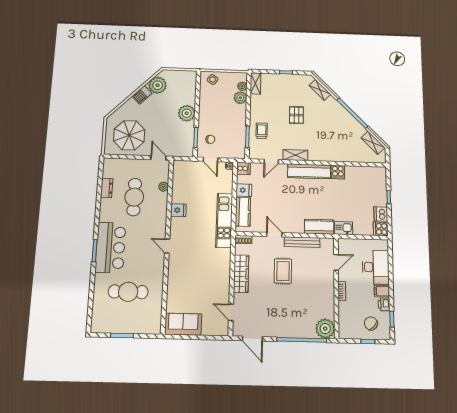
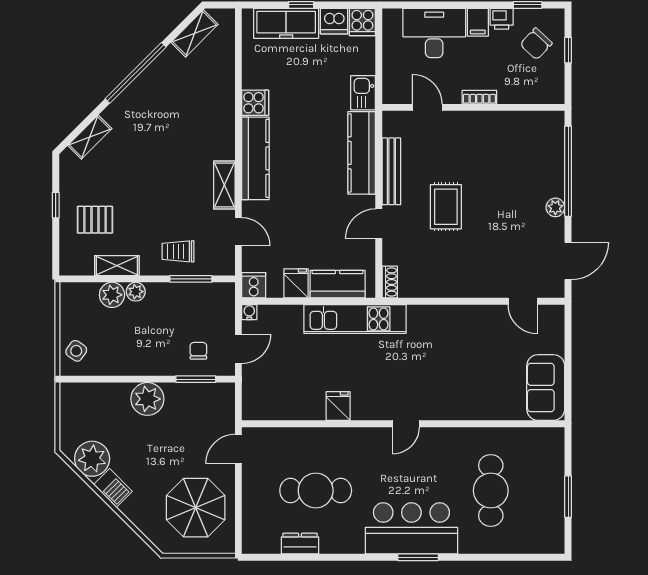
shelving: (255, 83) -> (117, 266), moved
plant: (242, 86) -> (136, 292), moved
pallet: (296, 115) -> (95, 220), moved
plant: (163, 187) -> (294, 436), removed
freezer: (379, 189) -> (286, 23), added
kitchen counter: (319, 227) -> (362, 153), width x1.50
rug: (283, 271) -> (446, 207), turned 90
wardrobe: (241, 274) -> (453, 285), removed
door: (231, 312) -> (523, 301), hinge flipped
plant: (325, 329) -> (555, 207), moved, width x0.53, depth x0.53

